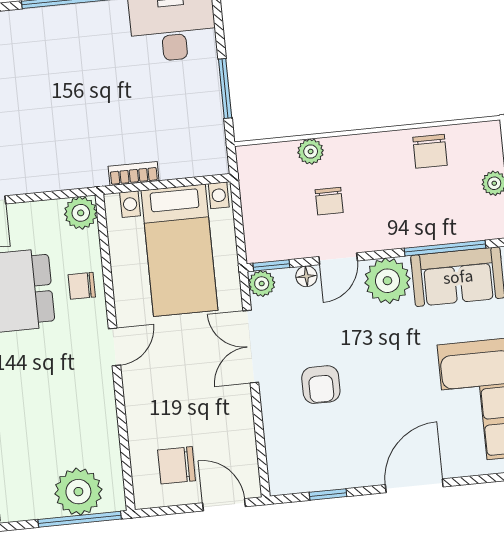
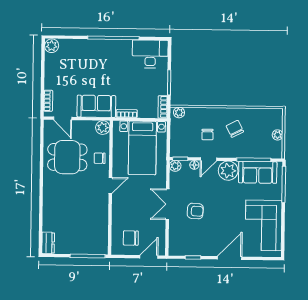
bookcase: (216, 148) -> (163, 107), added
plant: (311, 151) -> (179, 112), moved
chair: (430, 151) -> (235, 129), moved, turned 153
sofa: (60, 164) -> (96, 106), added
double door: (251, 347) -> (167, 204), moved
armchair: (321, 385) -> (195, 211), turned -87
plant: (78, 492) -> (88, 244), removed
door: (224, 505) -> (149, 257), hinge flipped

